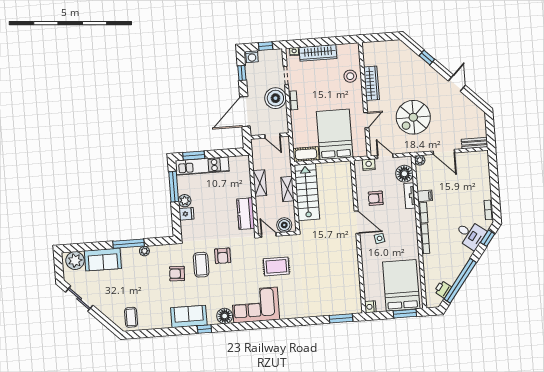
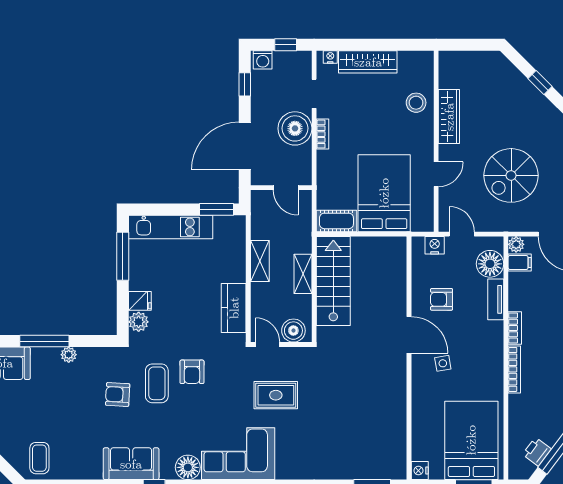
window: (194, 156) -> (216, 209), moved
filing cabinet: (425, 196) -> (520, 262), moved
plant: (185, 201) -> (139, 322), moved

